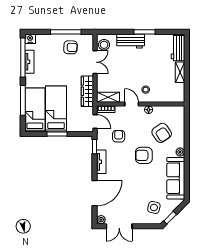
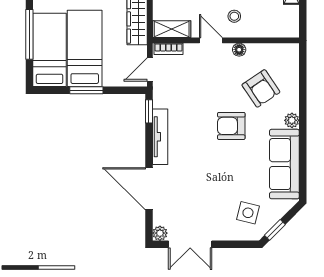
door: (95, 122) -> (150, 69), swing flipped
armchair: (119, 136) -> (189, 94), removed
tv unit: (101, 162) -> (160, 137), width x1.41
door: (95, 193) -> (149, 189), swing flipped

